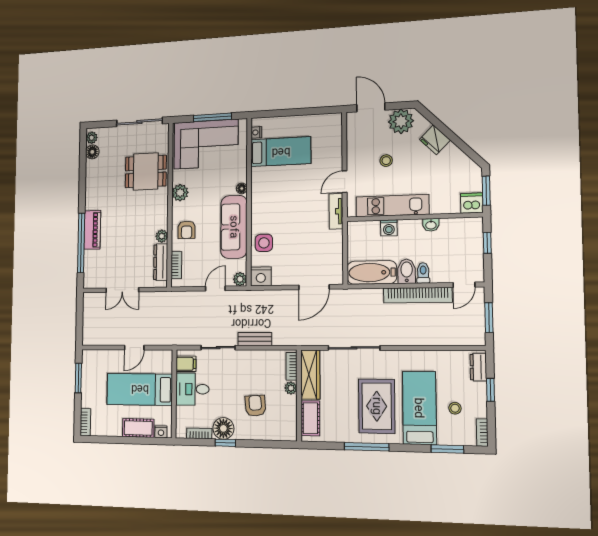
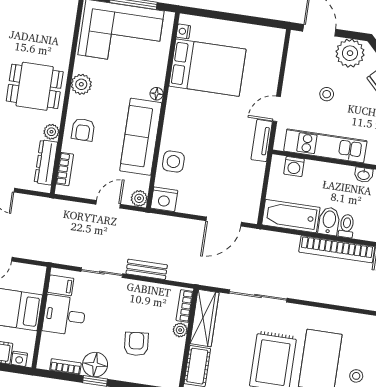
bed: (281, 152) -> (207, 68), width x1.50
dining table: (146, 171) -> (35, 86), moved
washing machine: (389, 228) -> (294, 167), moved

